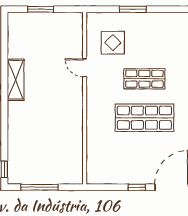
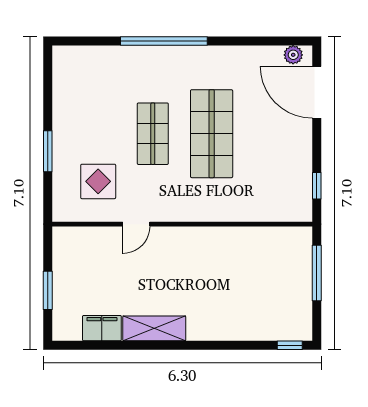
filing cabinet: (16, 45) -> (102, 328), added
window: (39, 187) -> (317, 273), moved
window: (137, 187) -> (317, 186), moved

